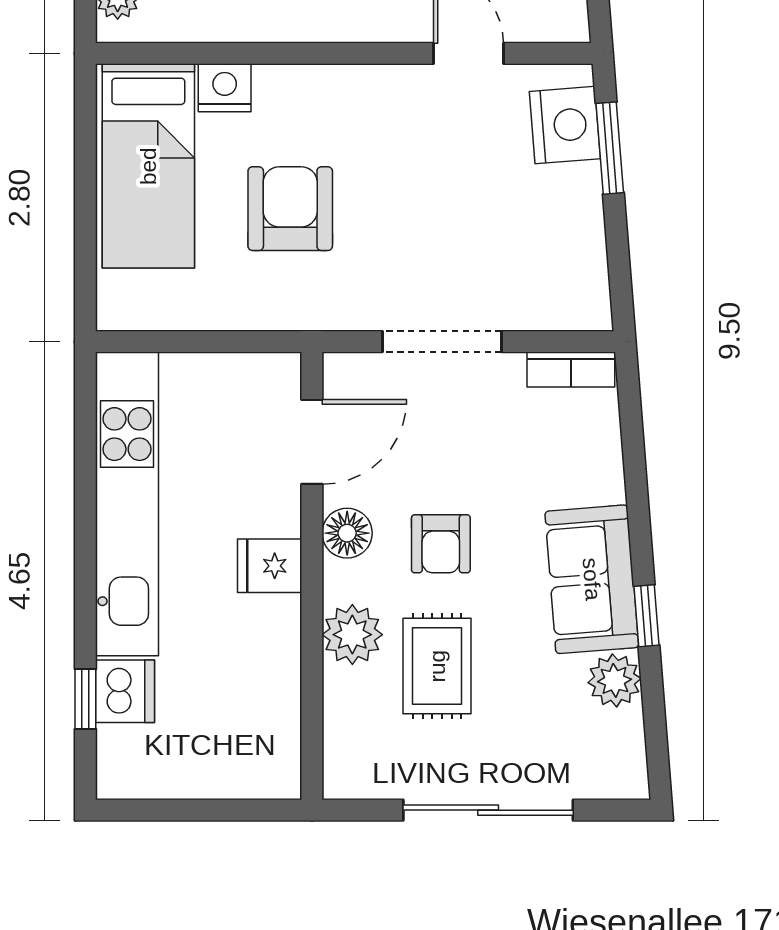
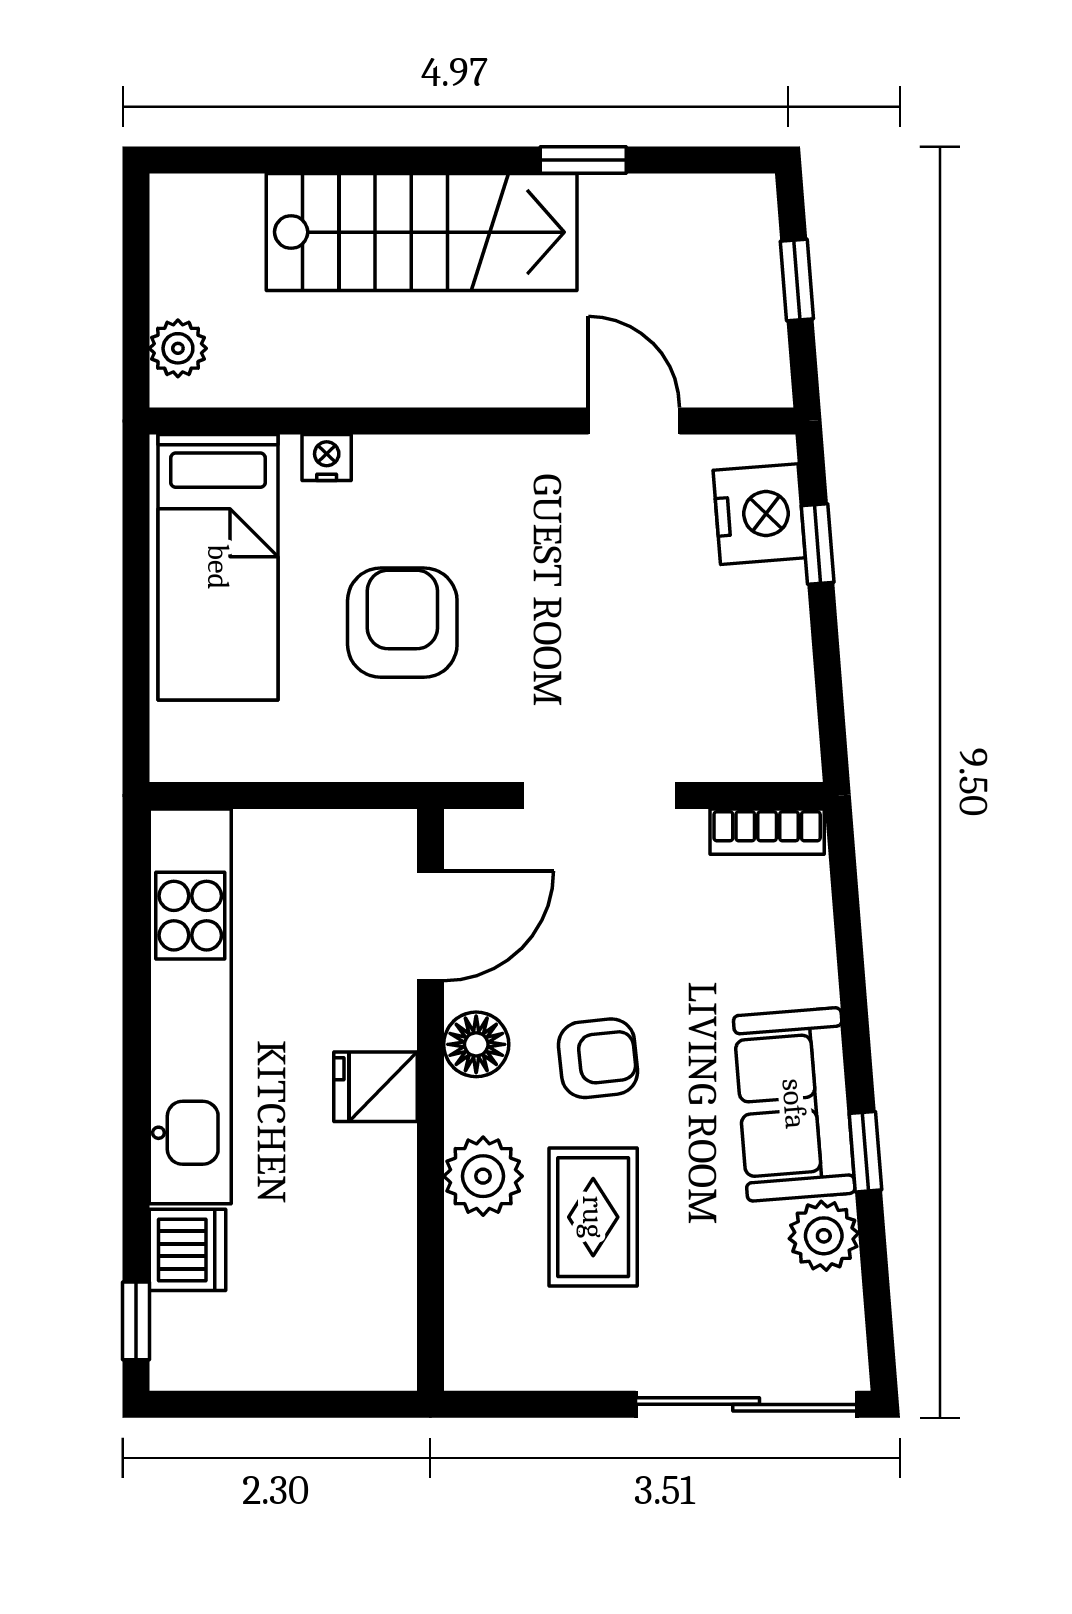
nightstand: (225, 88) -> (327, 457), width x0.72, depth x0.74
window: (610, 148) -> (818, 544), width x0.67
armchair: (441, 544) -> (598, 1058), turned -96
window: (85, 699) -> (136, 1321), moved
sliding door: (488, 810) -> (746, 1404), moved

